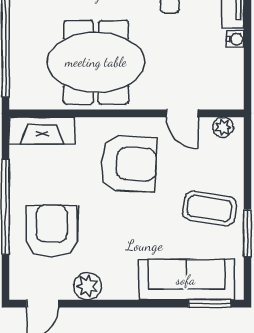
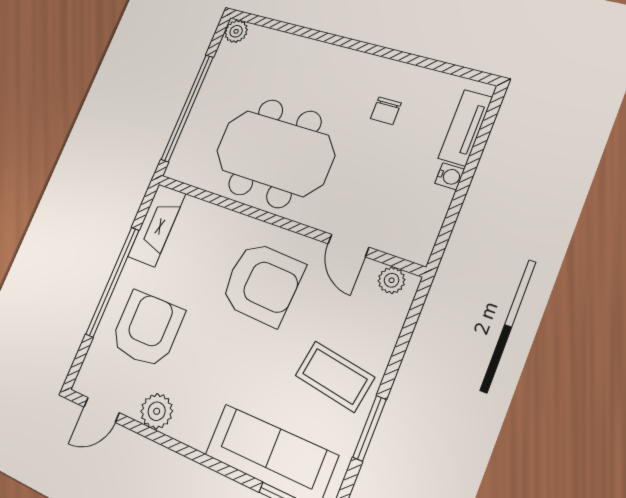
fireplace: (42, 131) -> (157, 225), moved, turned -90

